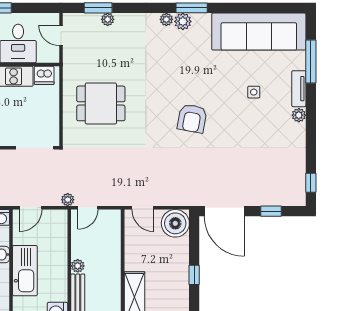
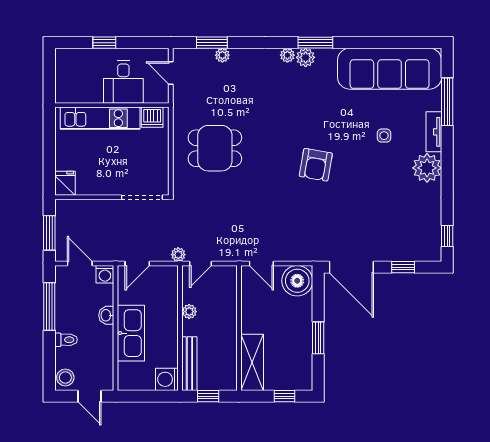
plant: (299, 115) -> (427, 168), width x1.87, depth x1.87
plant: (78, 266) -> (189, 312), moved
window: (194, 275) -> (318, 338), width x1.50

